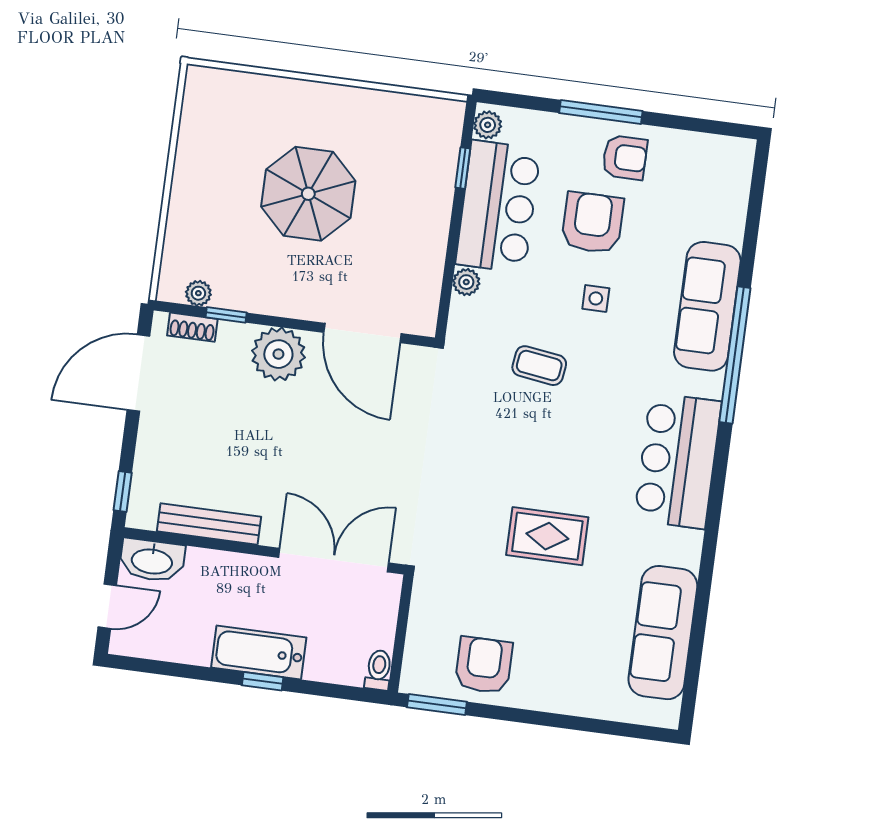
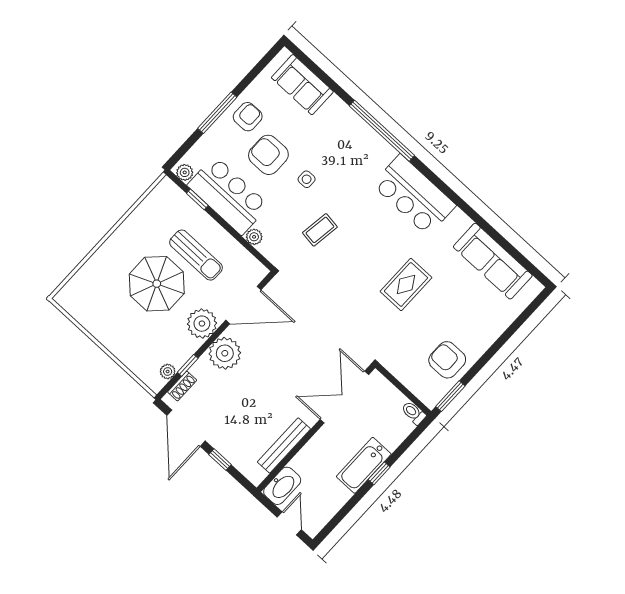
sun lounger: (385, 220) -> (196, 255), added
plant: (297, 294) -> (202, 324), added
sofa: (707, 306) -> (302, 85), moved, width x0.73
window: (123, 492) -> (220, 460), moved

